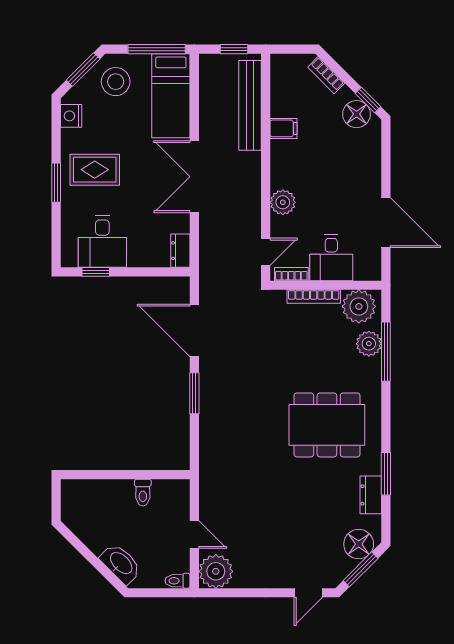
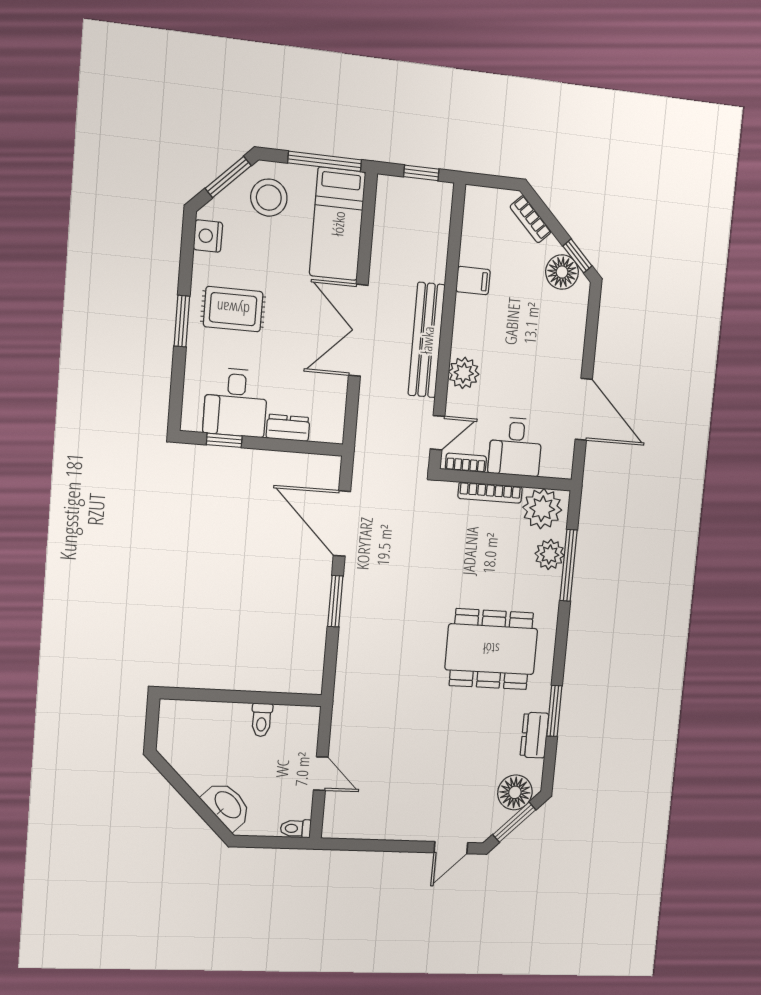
bench: (250, 105) -> (427, 340), moved
dresser: (180, 251) -> (288, 428), moved, turned 90
plant: (216, 571) -> (343, 819), removed

